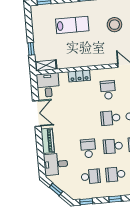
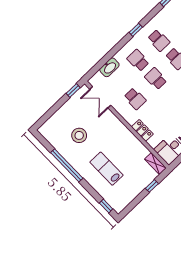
school desk: (108, 90) -> (135, 99), turned -90
school desk: (110, 118) -> (156, 79), turned 180

